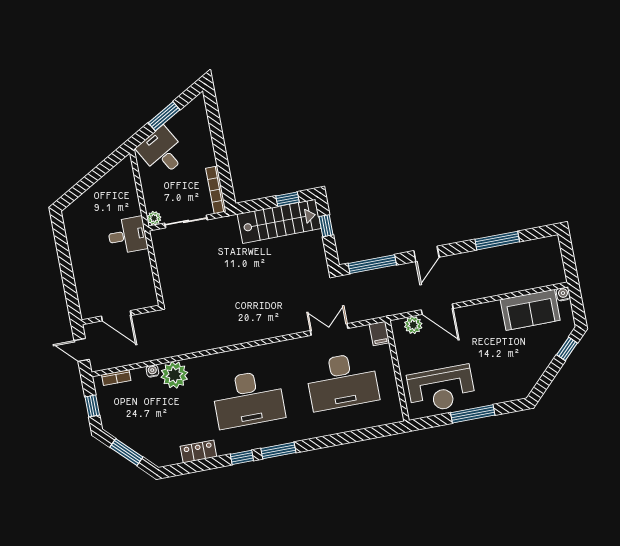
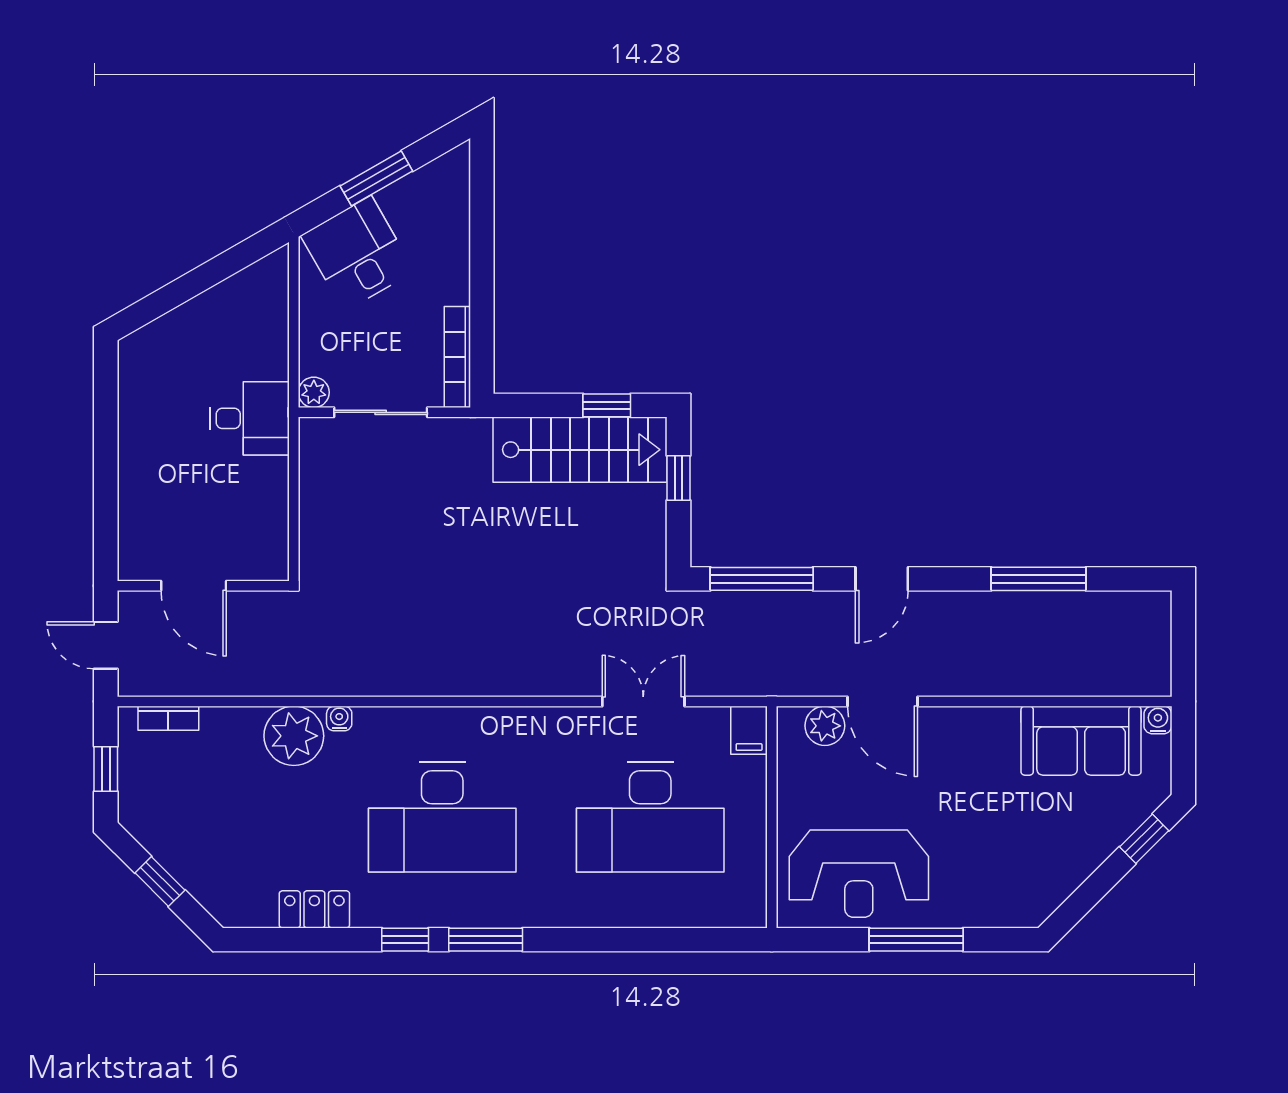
water cooler: (152, 371) -> (339, 719), moved
window: (126, 452) -> (160, 881), width x0.67

